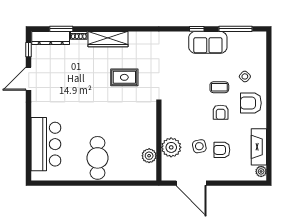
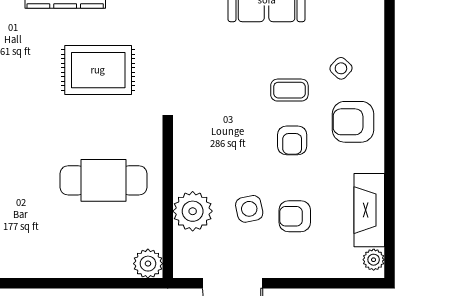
rug: (124, 77) -> (98, 70), width x1.36, depth x1.43
plant: (149, 156) -> (148, 264), moved
cafe table: (98, 158) -> (104, 180), moved, turned 90

